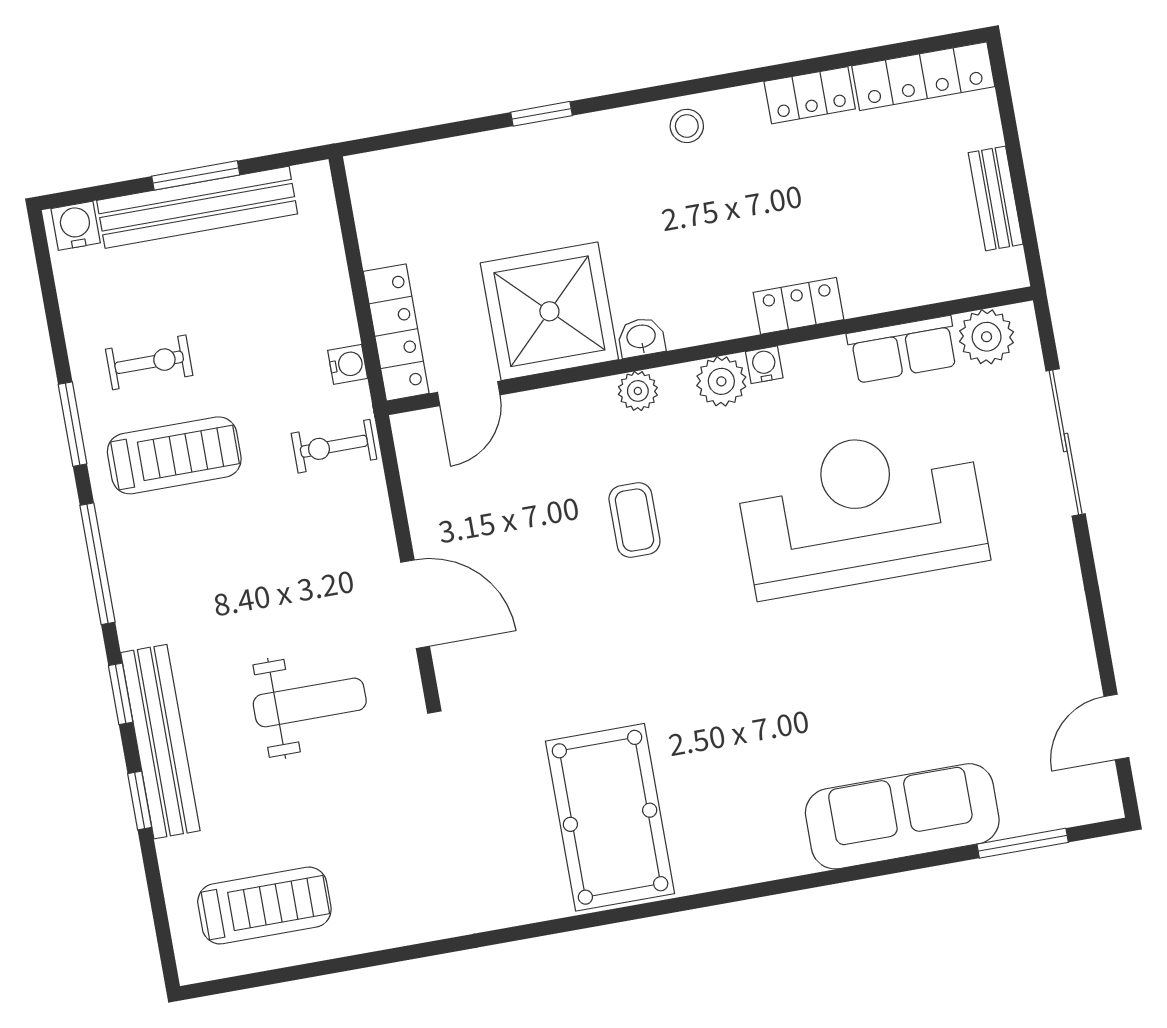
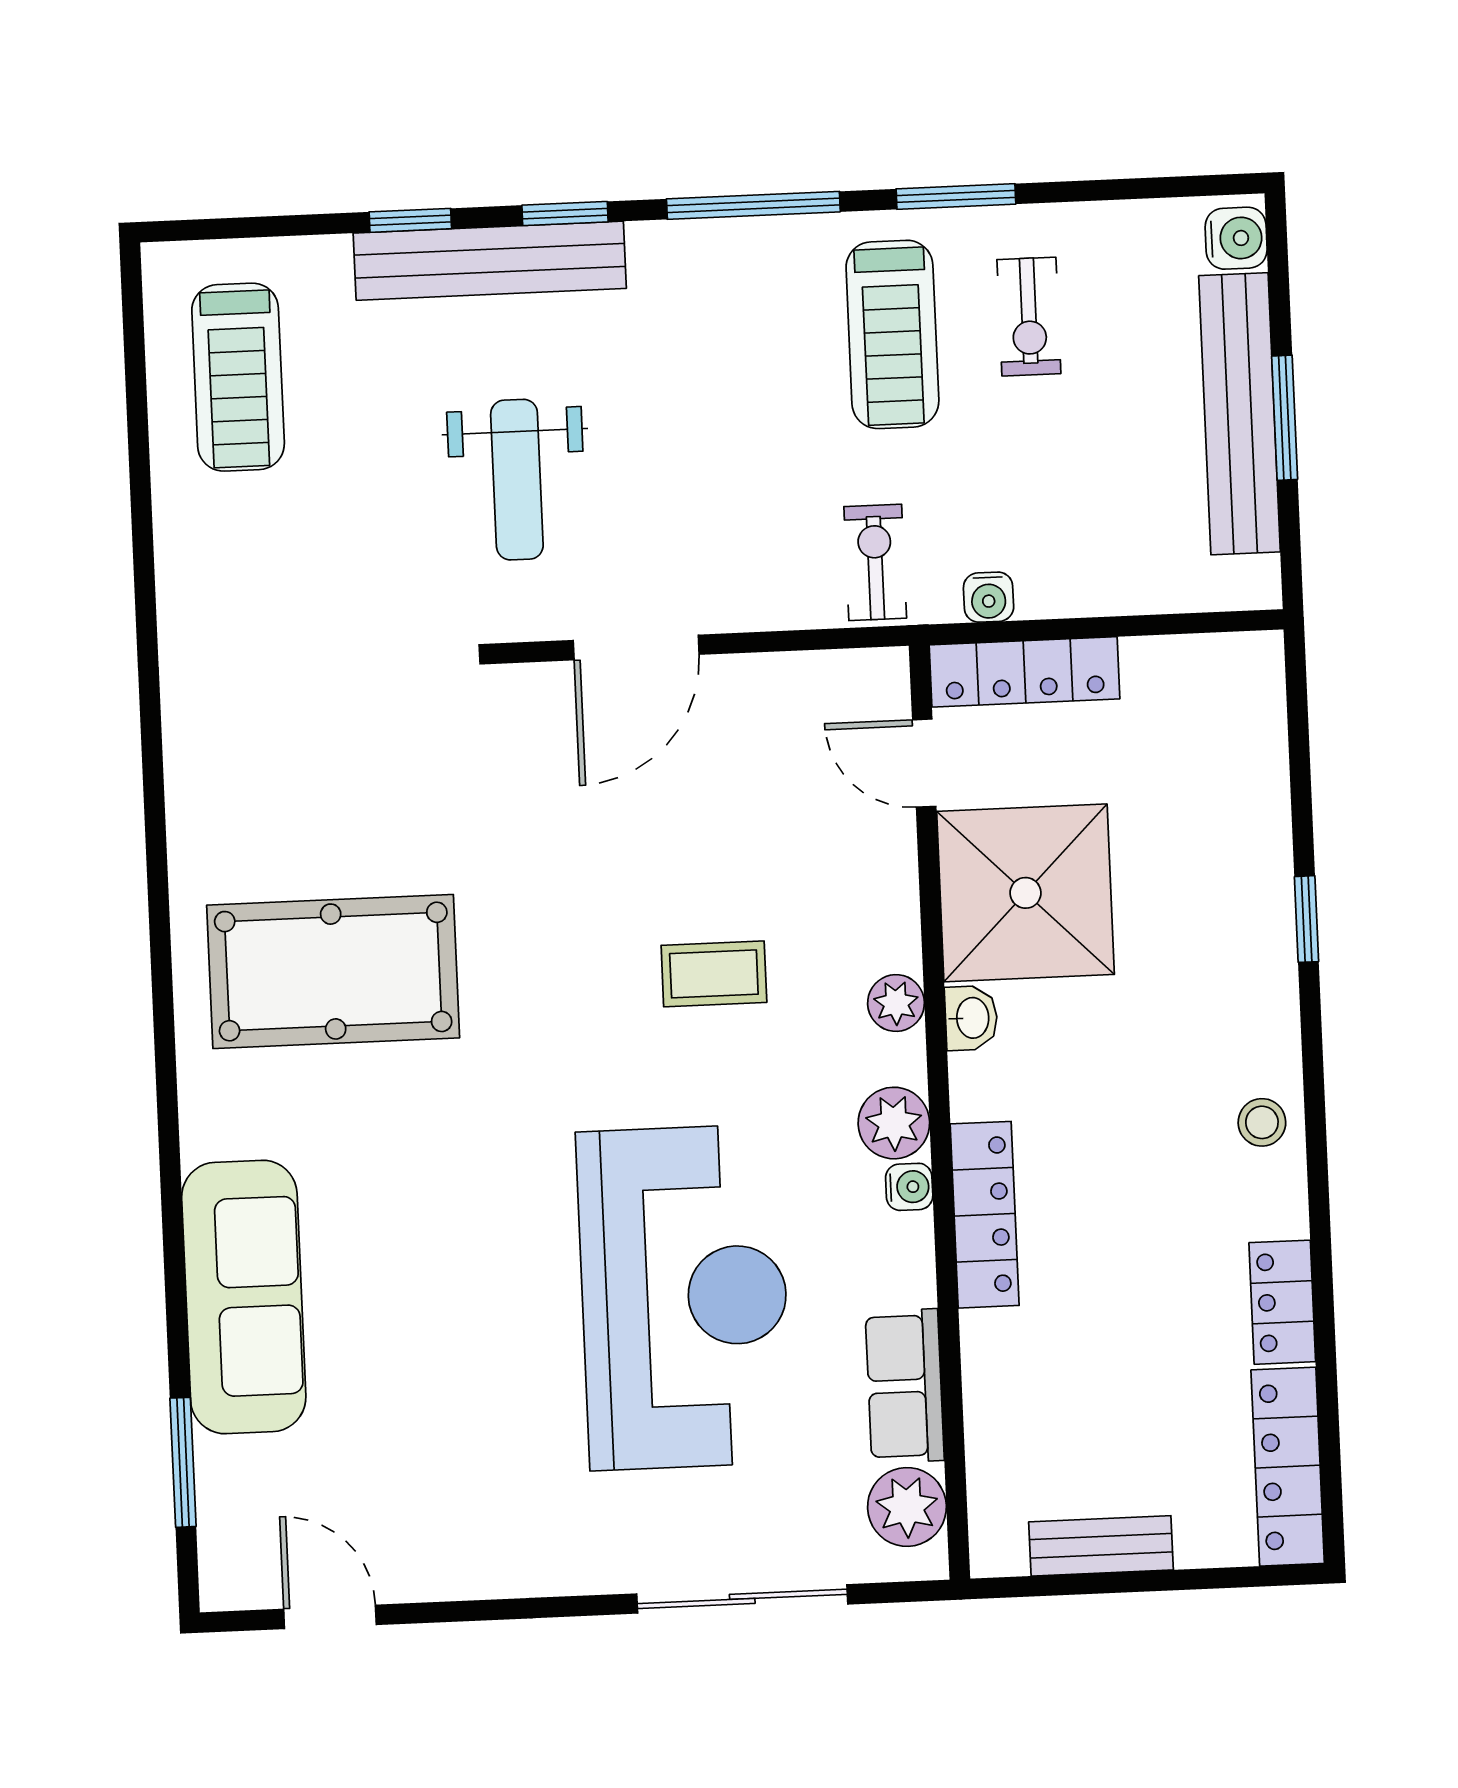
locker: (798, 306) -> (985, 1215), width x1.53
pool table: (610, 817) -> (333, 972), moved

